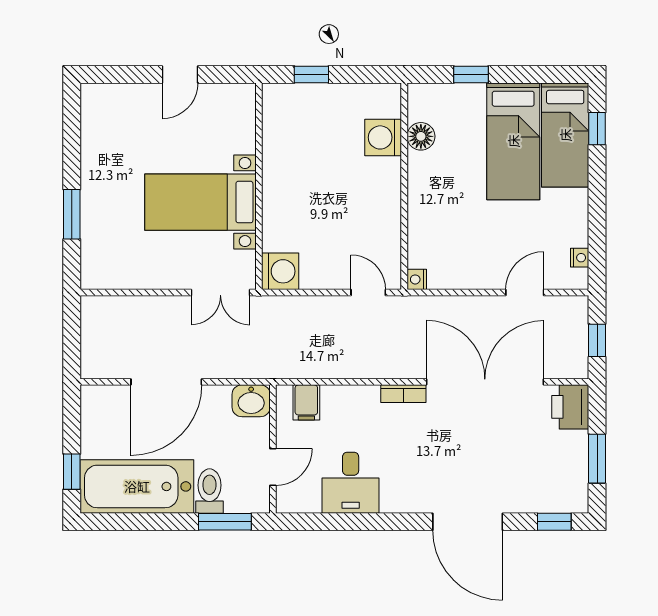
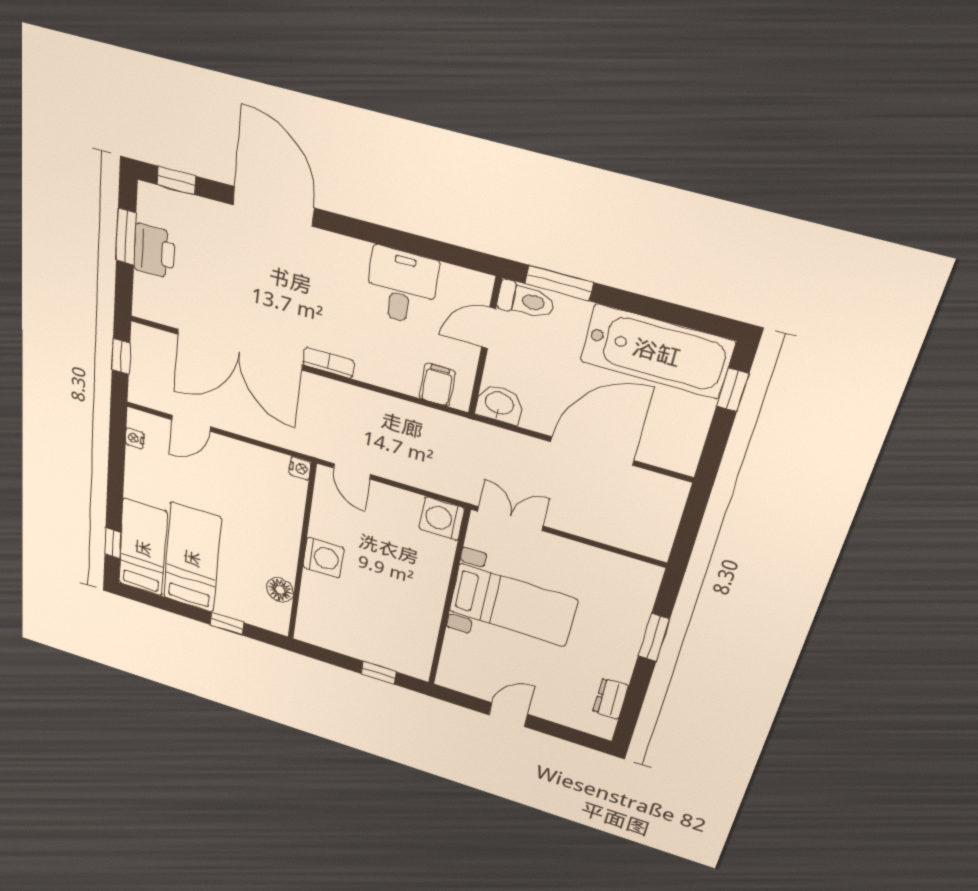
dresser: (92, 132) -> (611, 699), added
washing machine: (383, 137) -> (323, 558), moved
printer: (570, 407) -> (154, 251), moved
toilet: (209, 491) -> (526, 300), moved, turned -90

